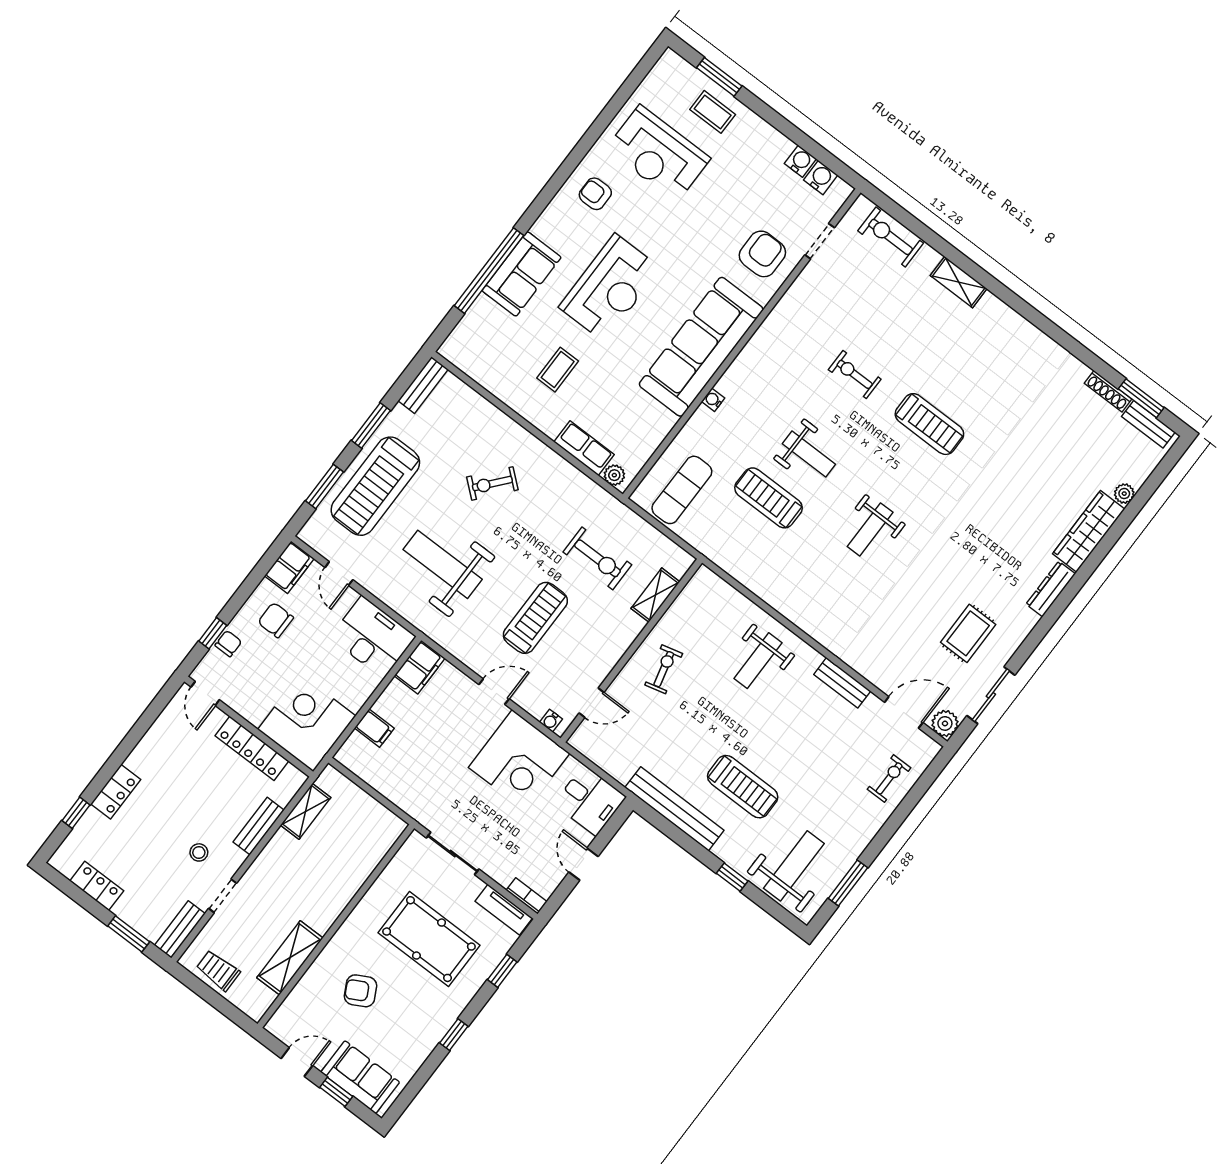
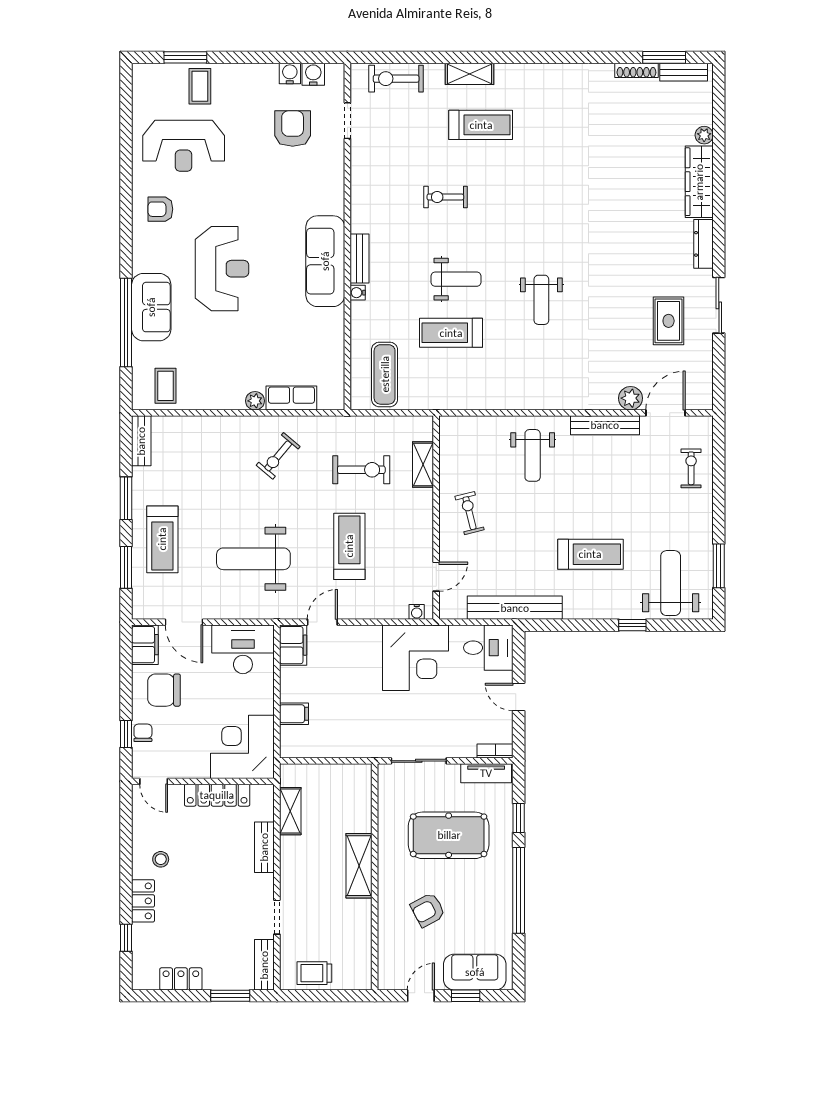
coffee table: (713, 112) -> (200, 86), turned 90
armchair: (762, 254) -> (293, 129), moved
sofa: (701, 347) -> (325, 261), width x0.74, depth x0.79
coffee table: (558, 370) -> (166, 386), moved
bench: (738, 371) -> (359, 259), added
treadmill: (929, 424) -> (481, 125), moved
plant: (614, 475) -> (255, 401), moved
exercise bike: (492, 483) -> (278, 456), moved
treadmill: (375, 486) -> (162, 539), width x0.73, depth x0.73
door: (339, 574) -> (184, 622), width x1.38
chair: (276, 620) -> (164, 690), width x1.37, depth x1.37
bench: (842, 683) -> (605, 425), width x1.36
door: (494, 692) -> (322, 622), moved
sliding door: (991, 695) -> (719, 305), moved
plant: (945, 723) -> (631, 398), moved
bench: (674, 809) -> (515, 608), moved
stool: (199, 852) -> (161, 859), moved
shelving: (290, 958) -> (359, 866), moved
window: (454, 1035) -> (519, 890), width x3.17

